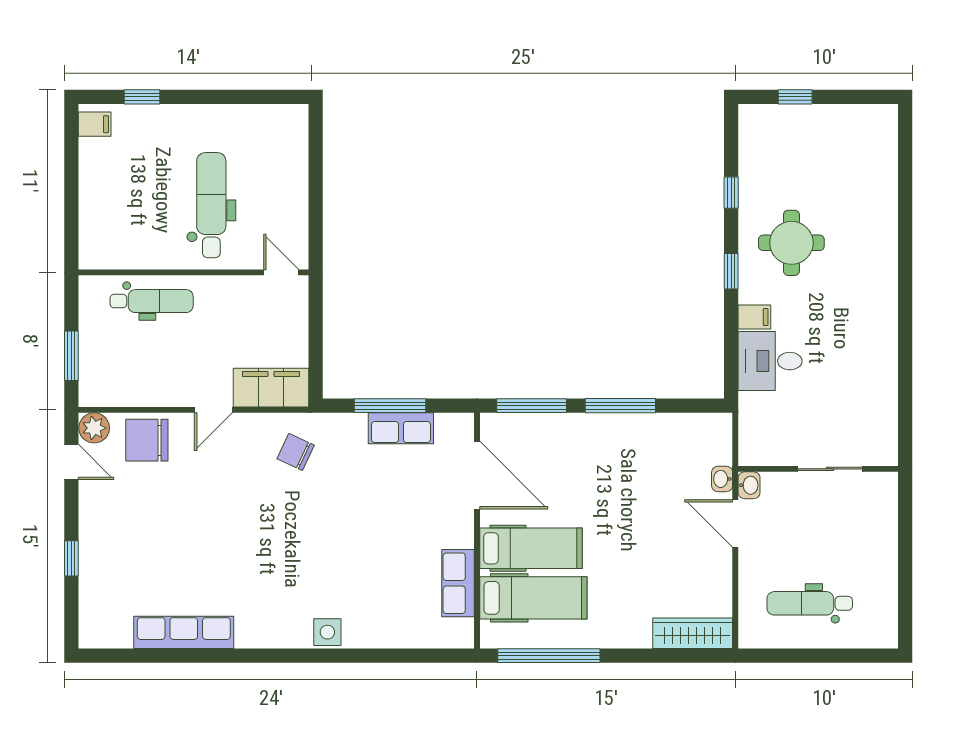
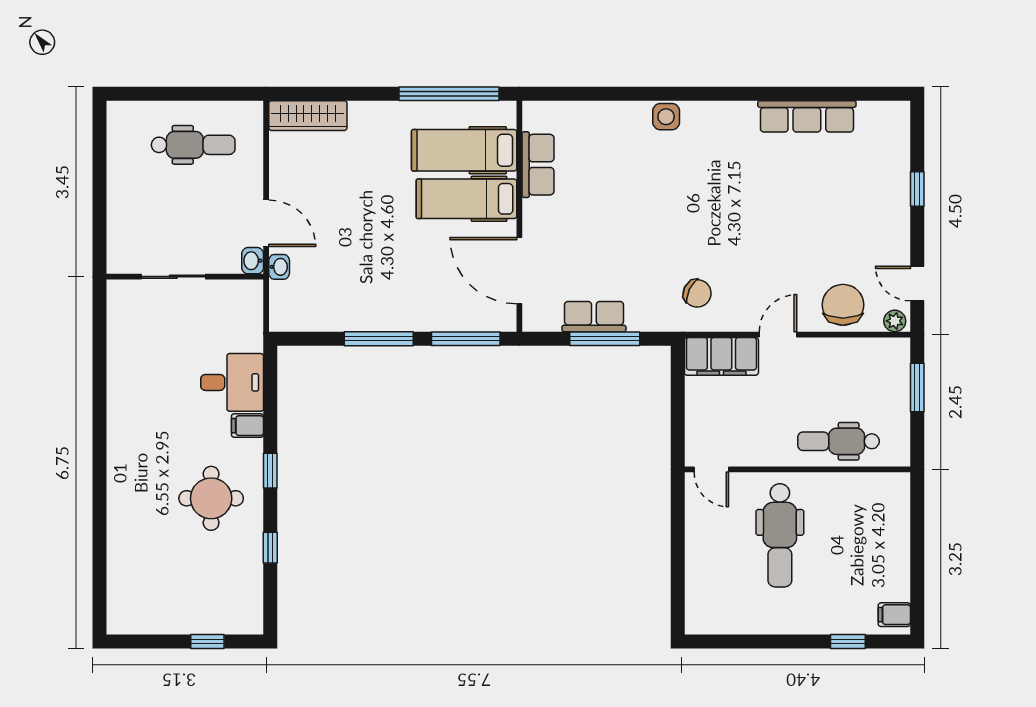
plant: (94, 428) -> (895, 321), width x0.73, depth x0.73
chair: (147, 440) -> (843, 305), turned -90

